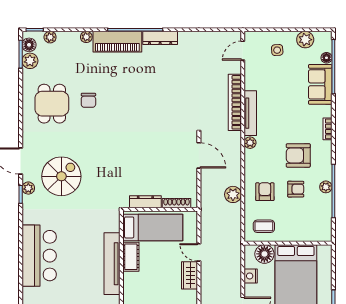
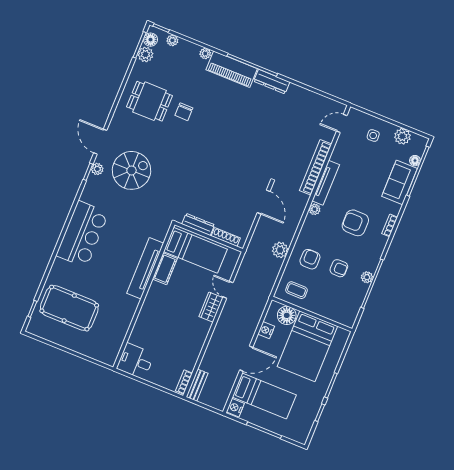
dining table: (52, 104) -> (150, 101), turned 90
armchair: (298, 155) -> (355, 223), moved

